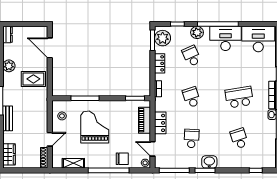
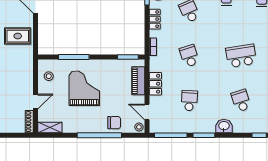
washbasin: (209, 162) -> (224, 126), moved
shelving: (73, 163) -> (50, 128), moved

